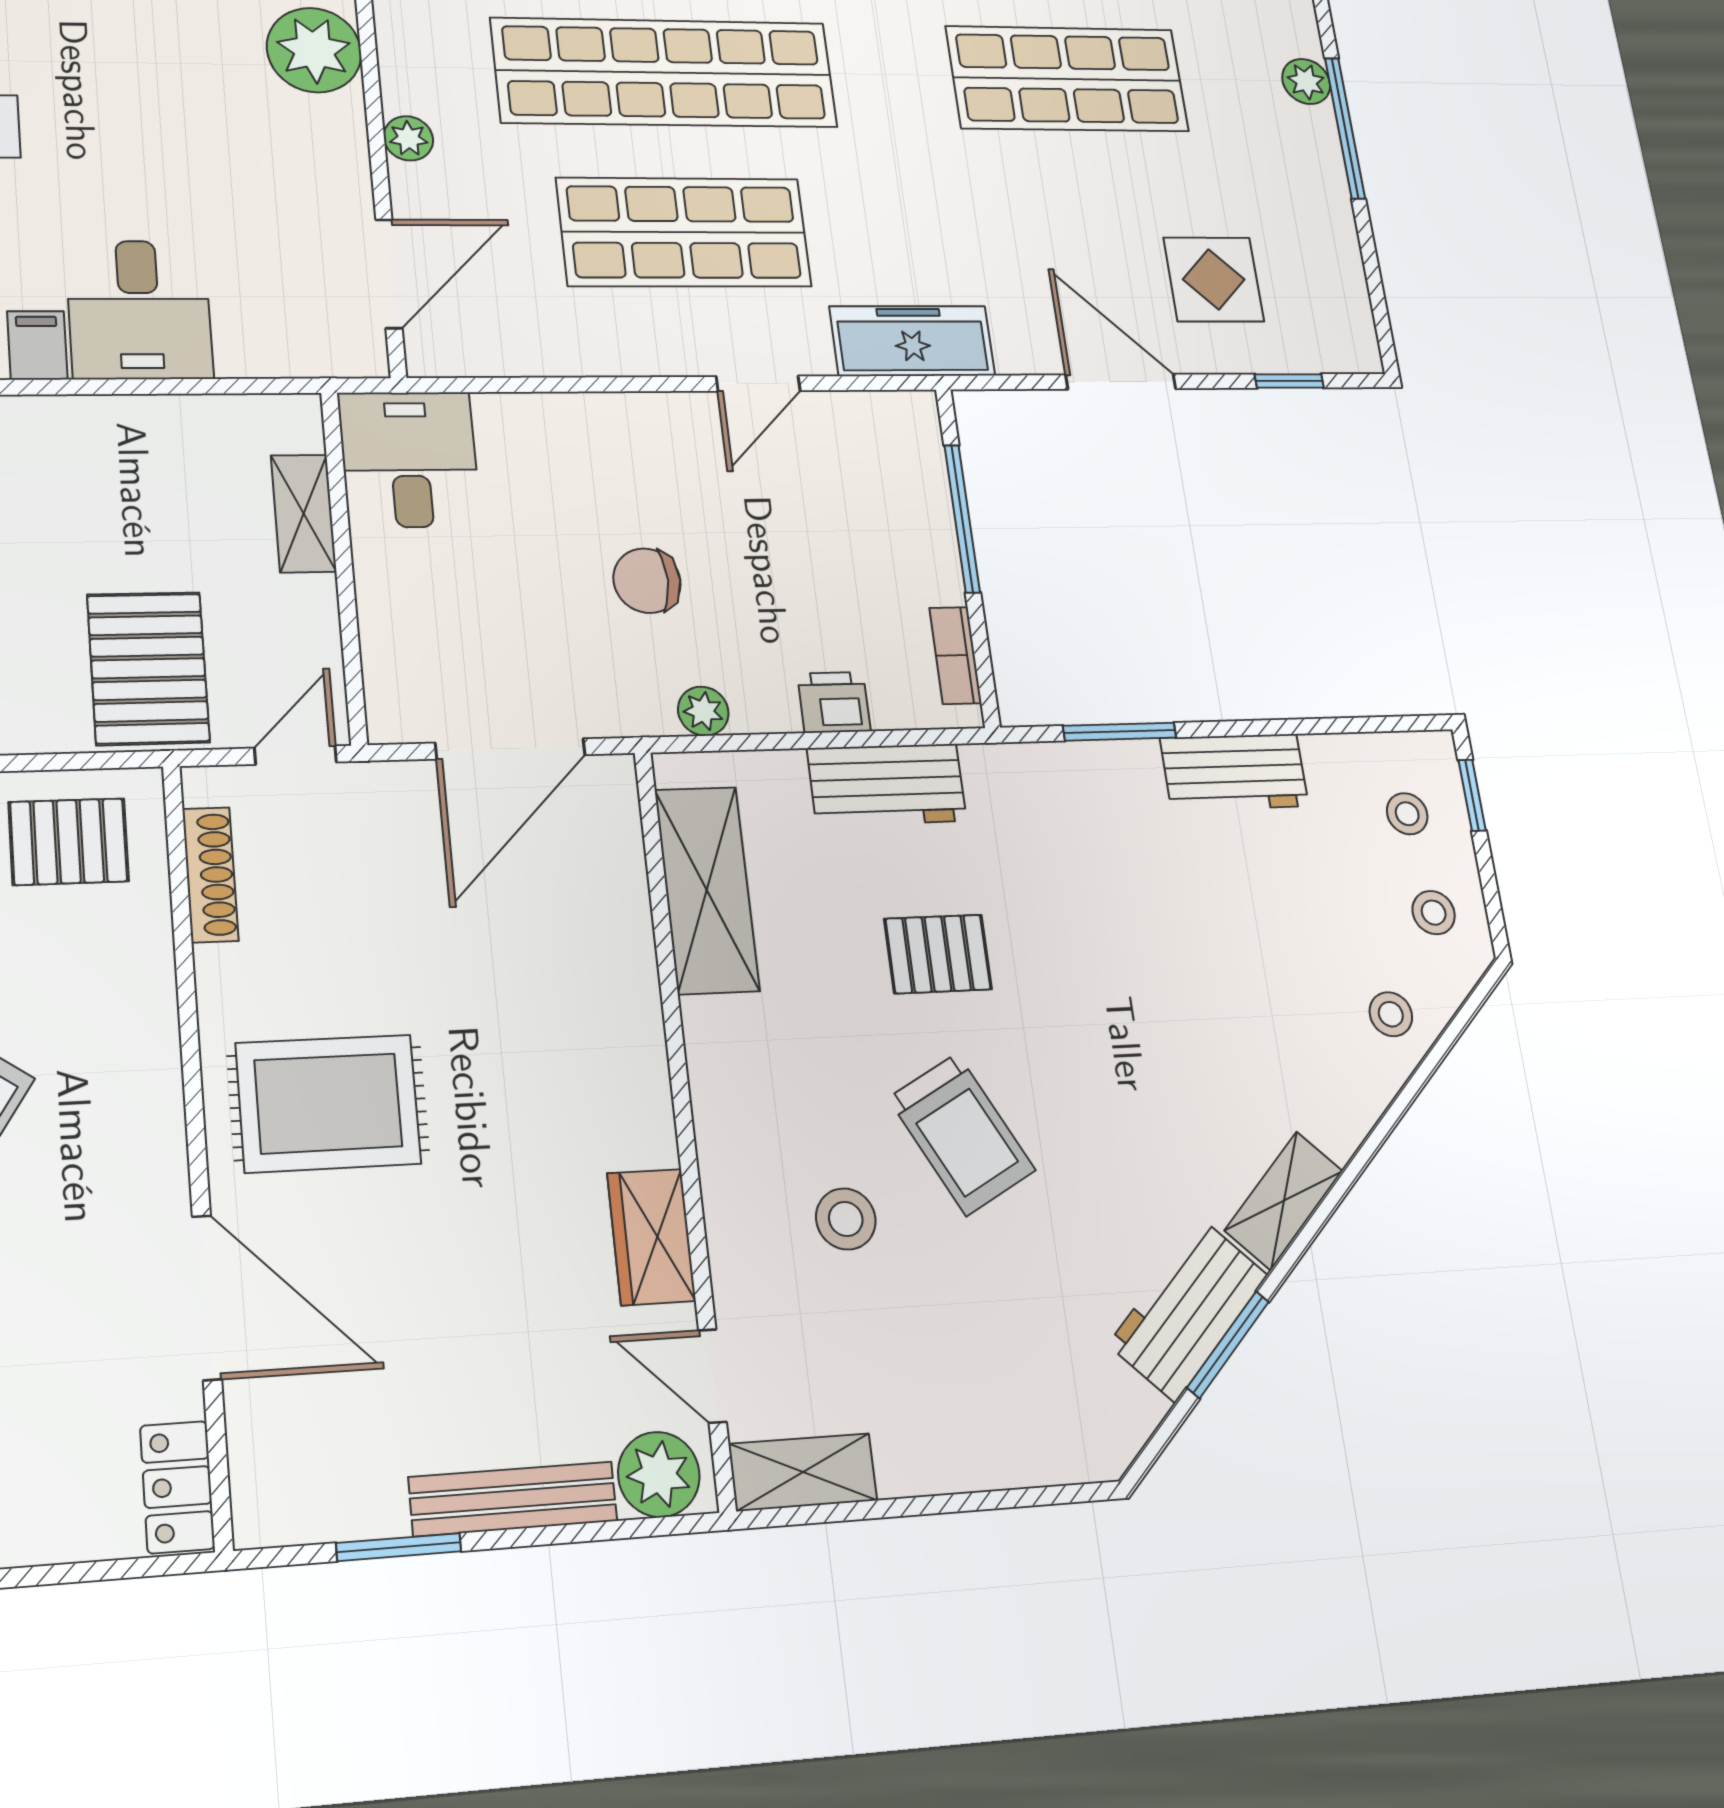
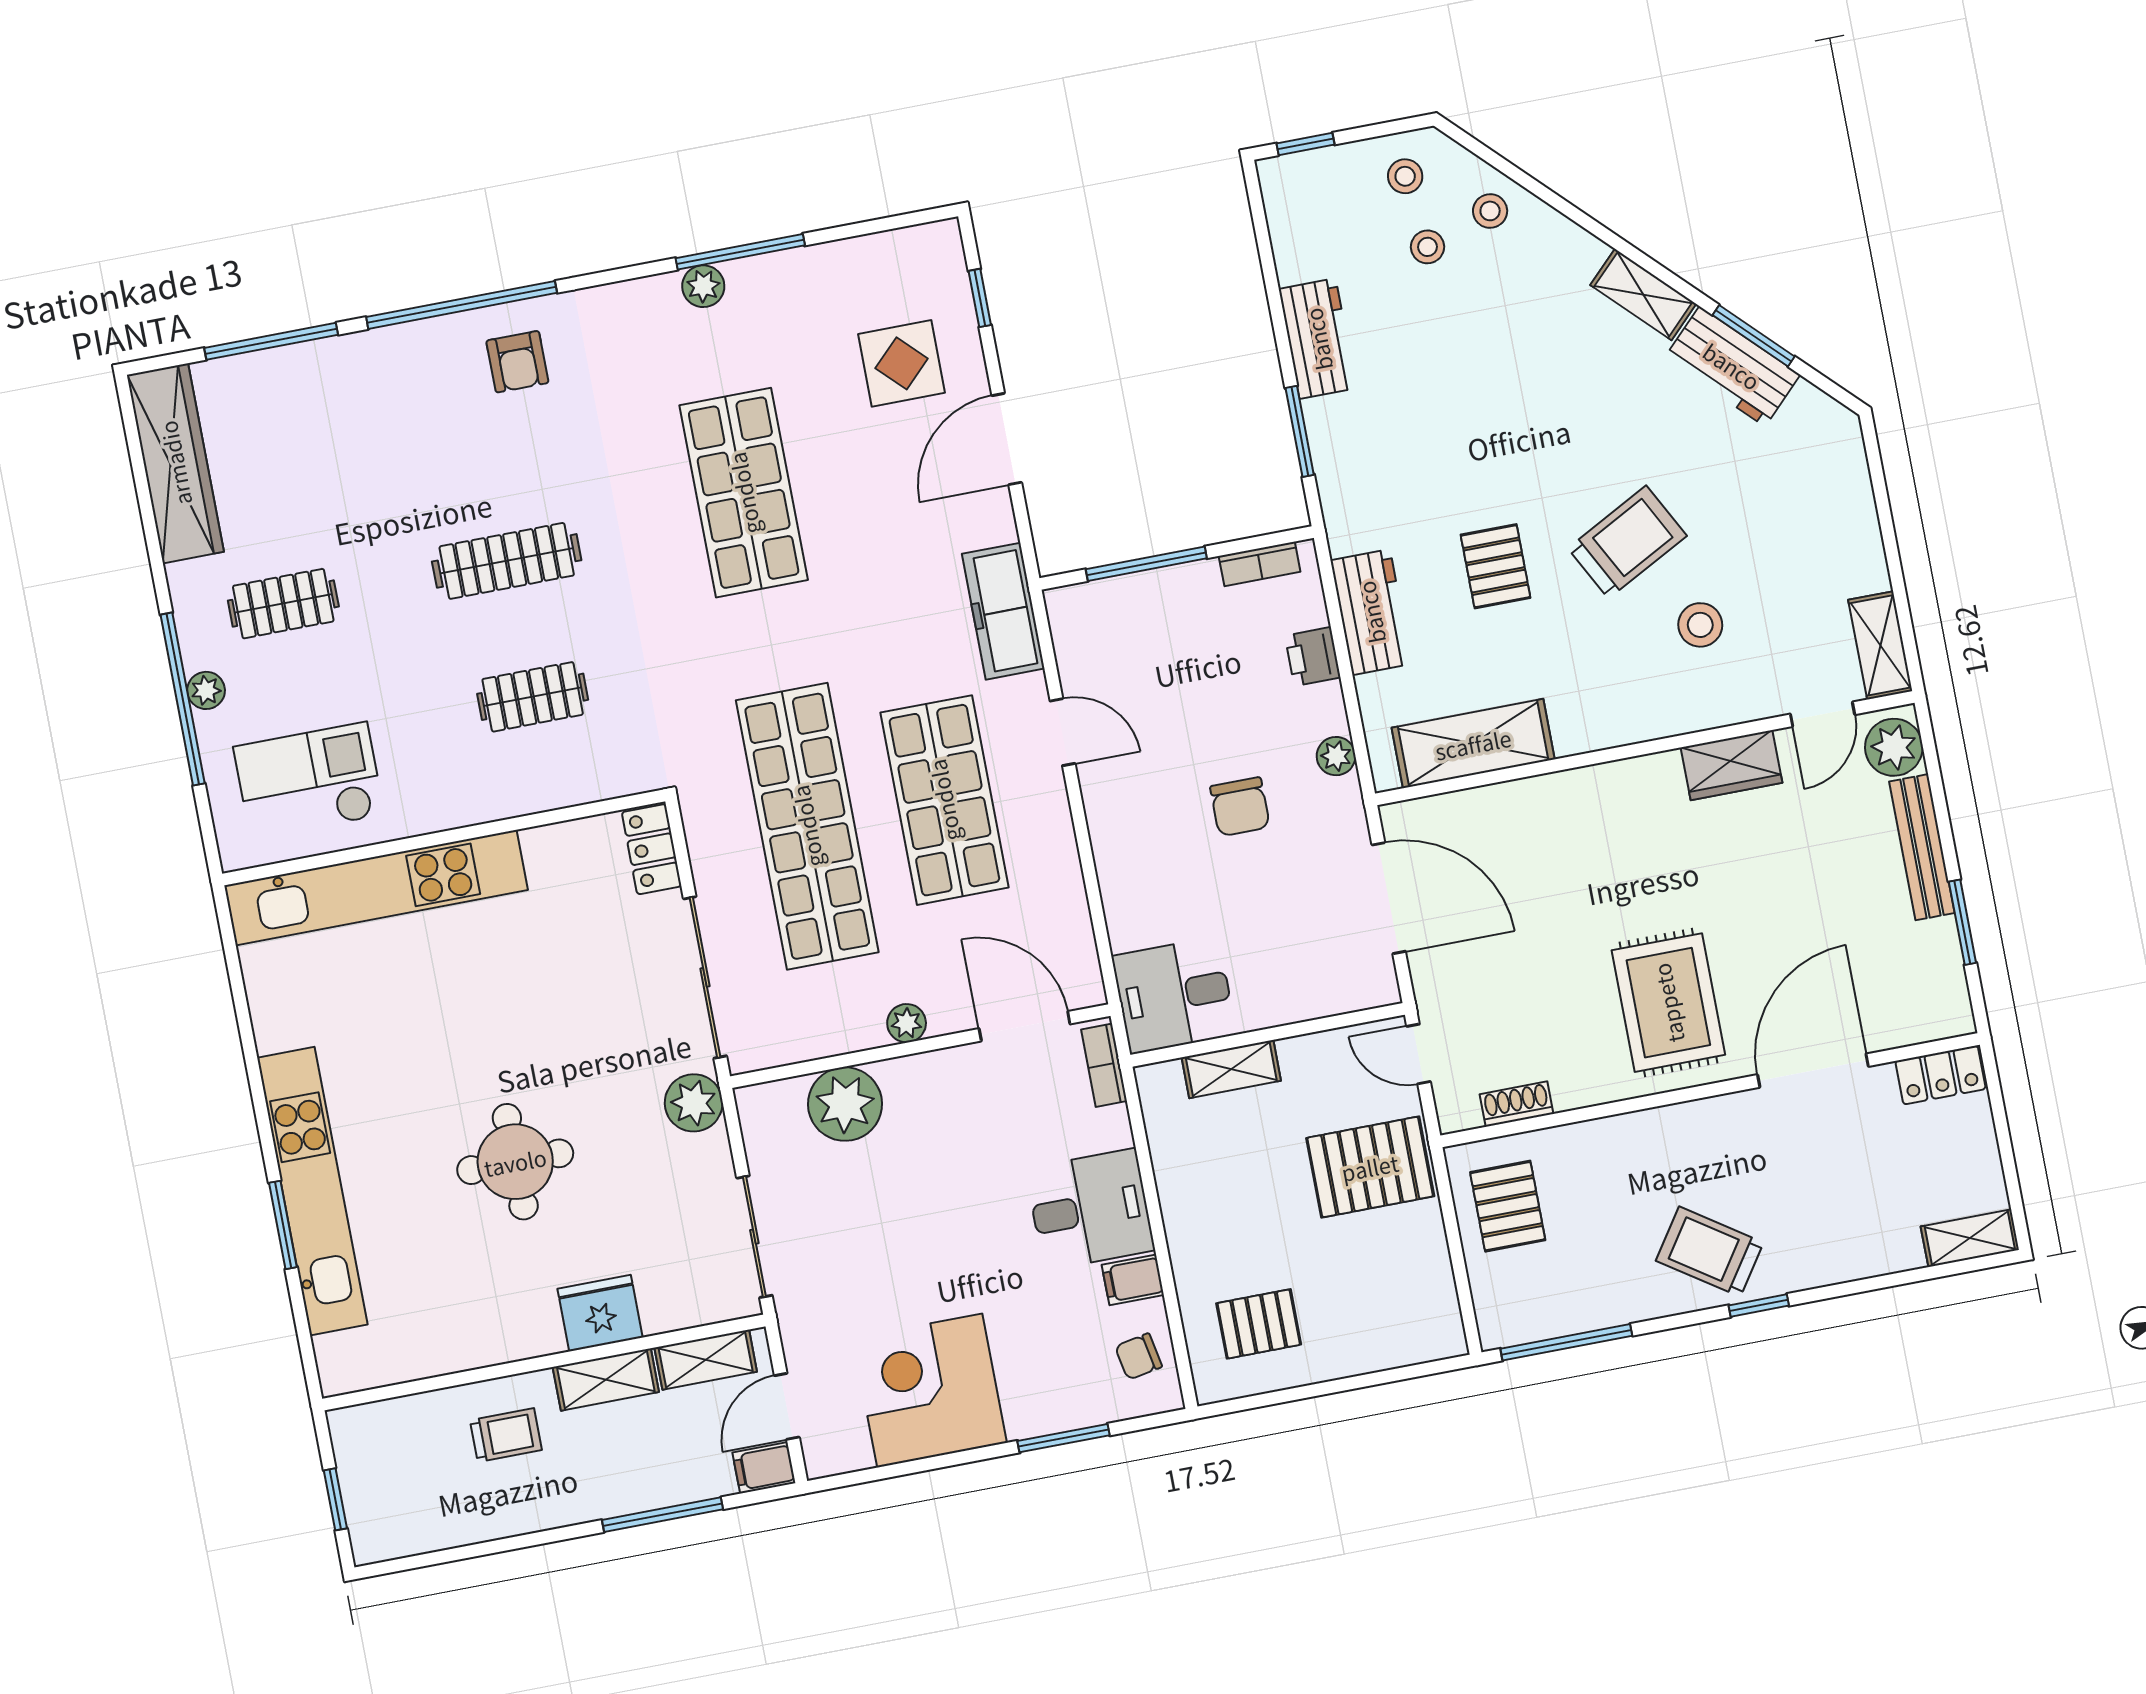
bookcase: (327, 359) -> (1104, 1065), added
stool: (1407, 814) -> (1428, 247), moved
shoe rack: (210, 875) -> (1517, 1104), width x0.70

